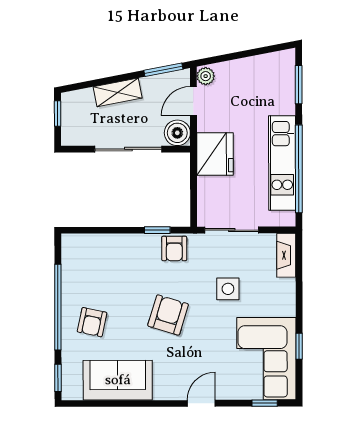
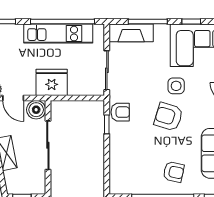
fireplace: (286, 255) -> (131, 33), width x1.37, depth x1.32
window: (299, 286) -> (148, 21), added
side table: (228, 289) -> (176, 86), moved

